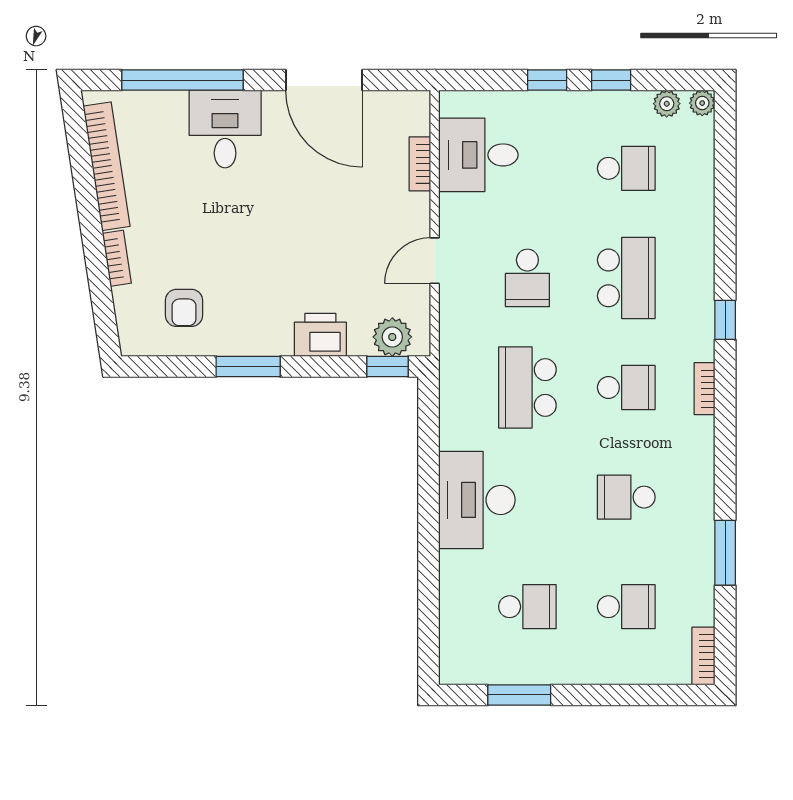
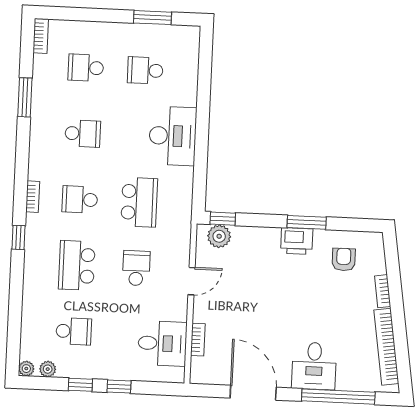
school desk: (626, 168) -> (74, 331), turned 180
printer: (320, 335) -> (297, 241), moved

